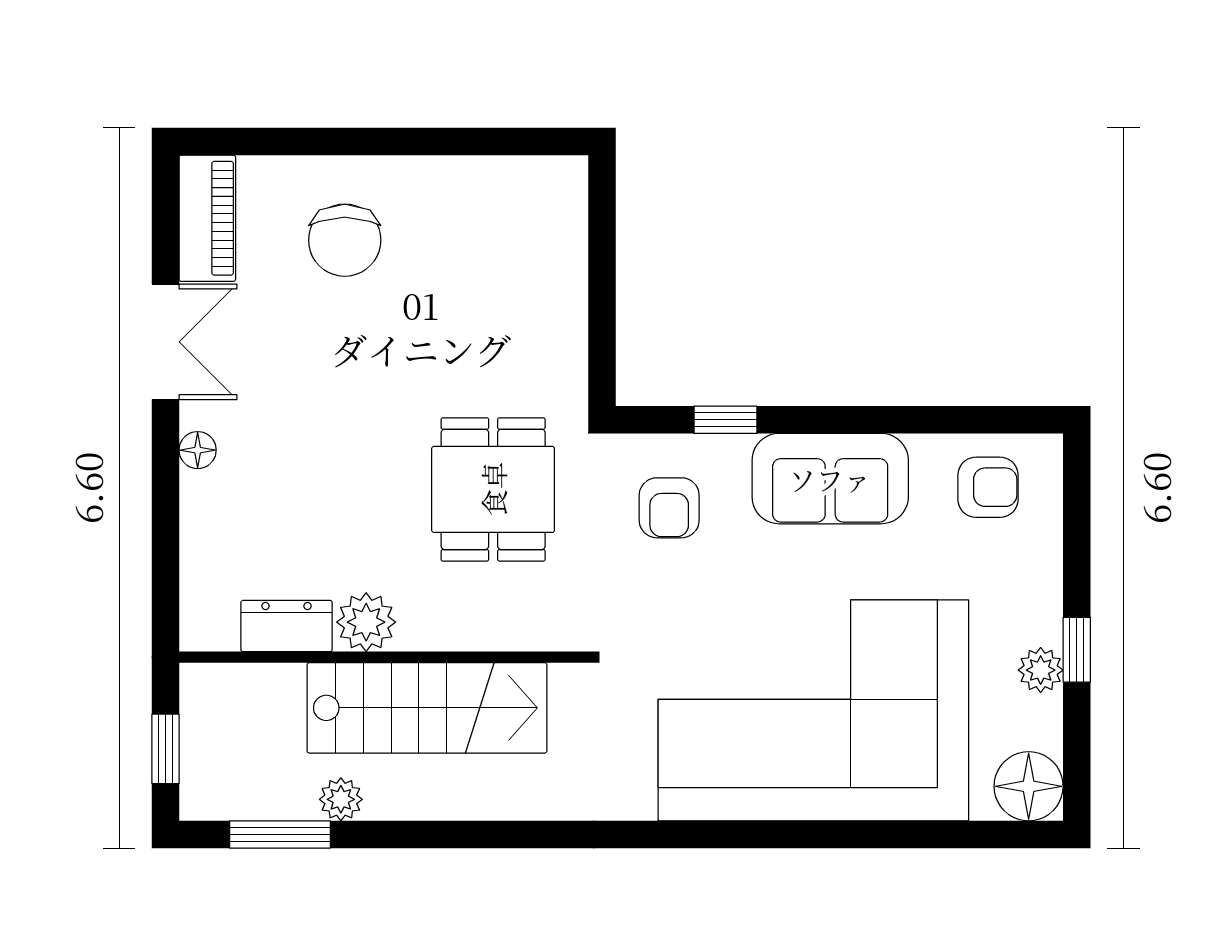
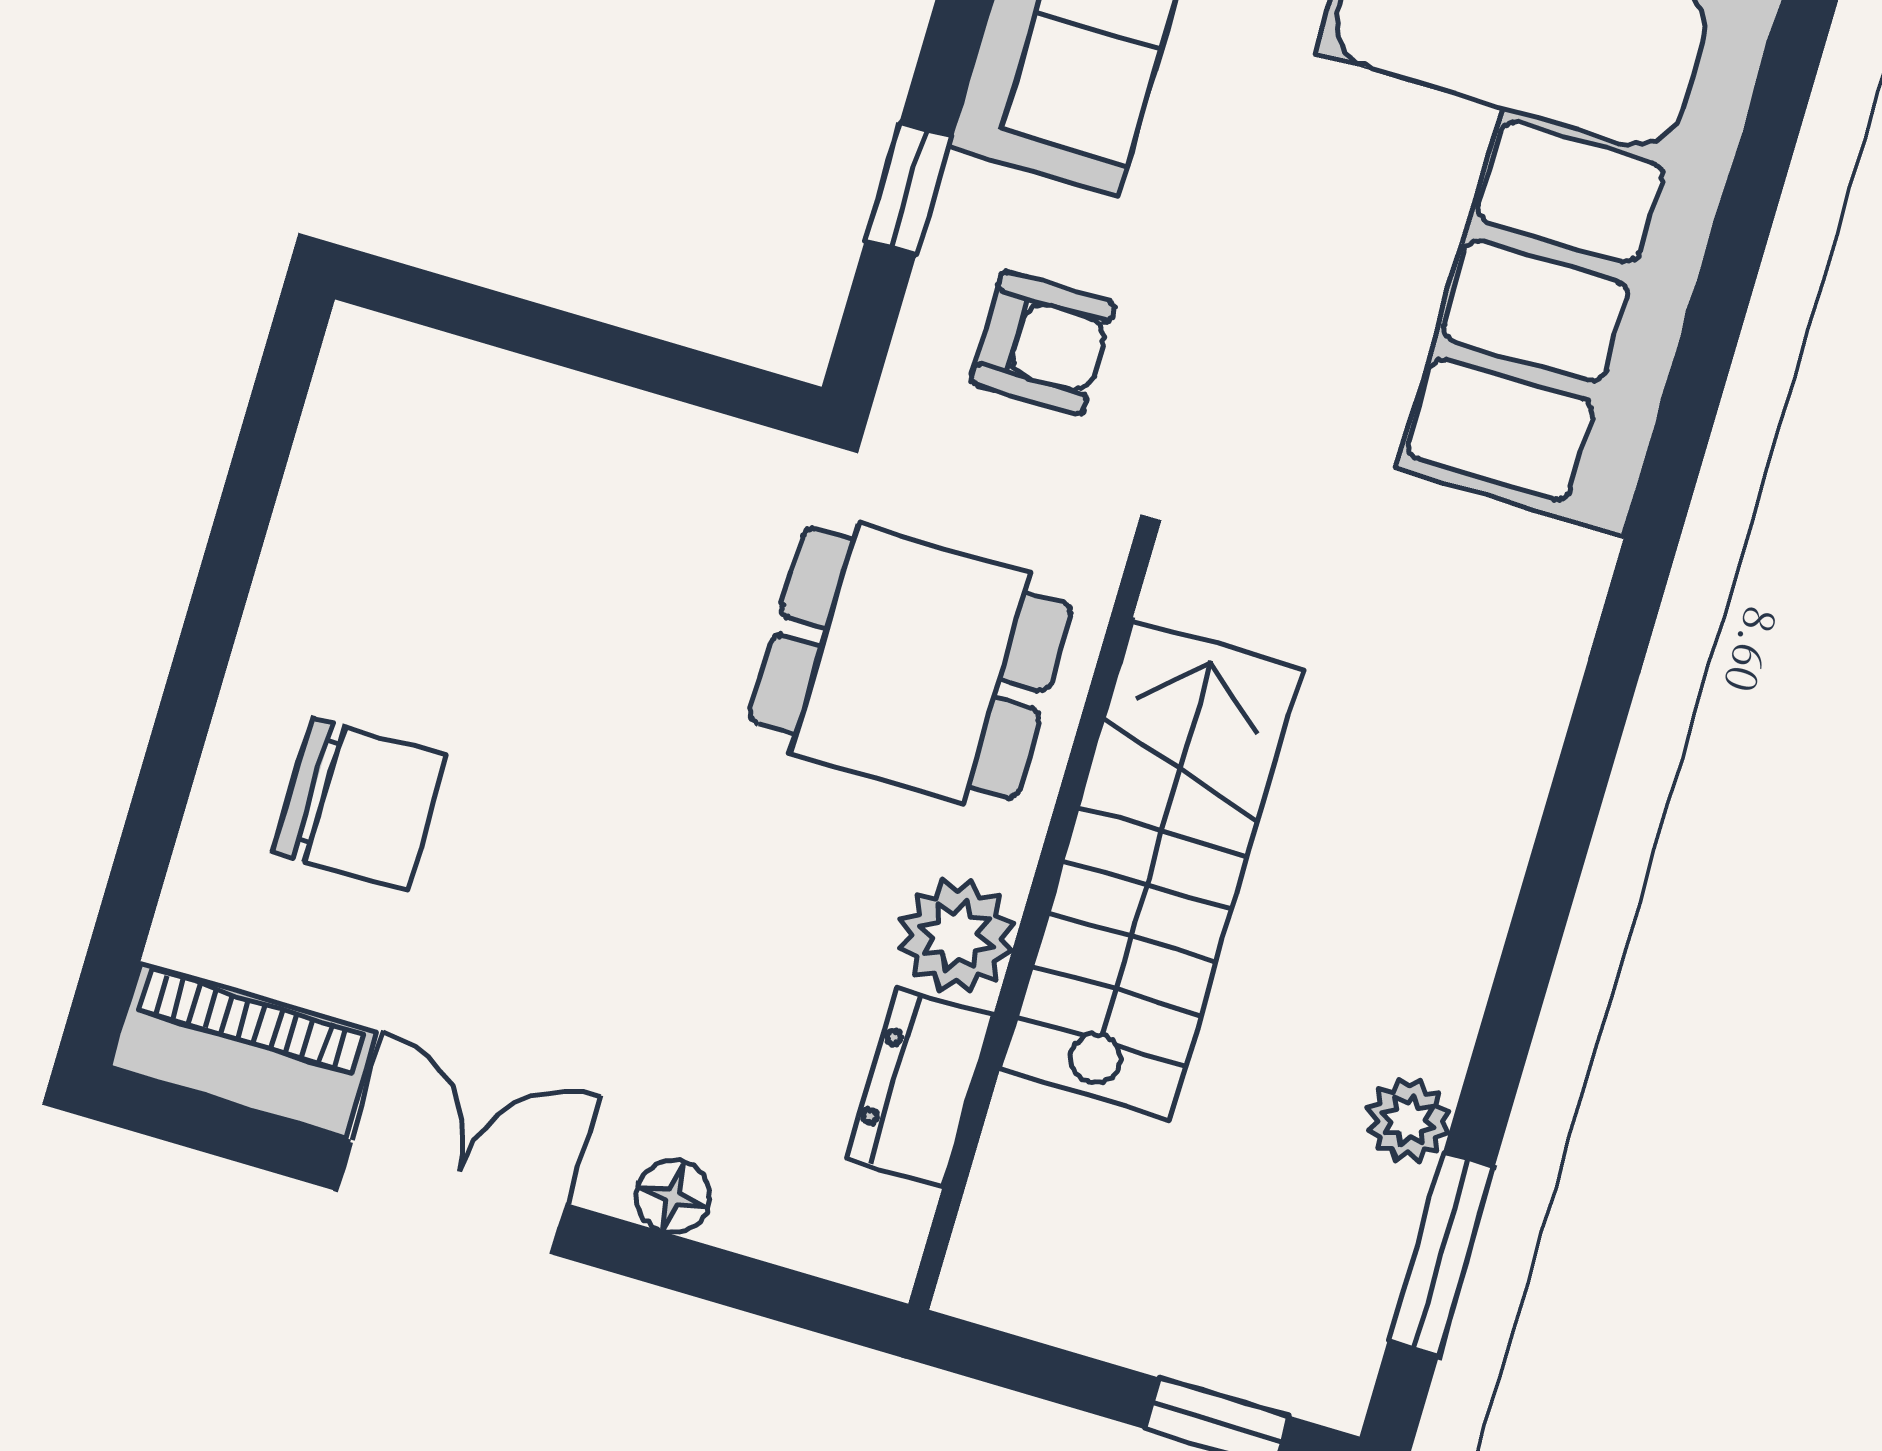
plant: (366, 622) -> (956, 936), moved
dresser: (287, 626) -> (920, 1088), moved
wall: (384, 657) -> (1032, 922), moved
stairs: (427, 708) -> (1151, 869), moved

